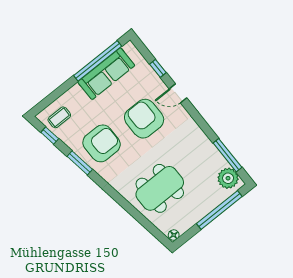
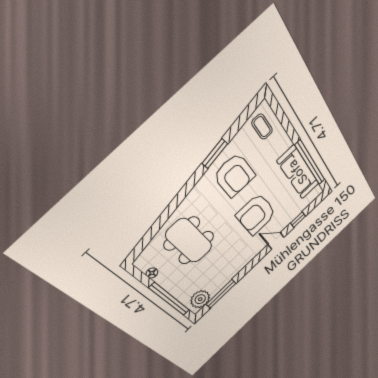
door: (178, 93) -> (276, 241), hinge flipped
armchair: (144, 119) -> (256, 214), turned 180
window: (50, 135) -> (244, 117), removed
floor lamp: (174, 235) -> (152, 273), moved

